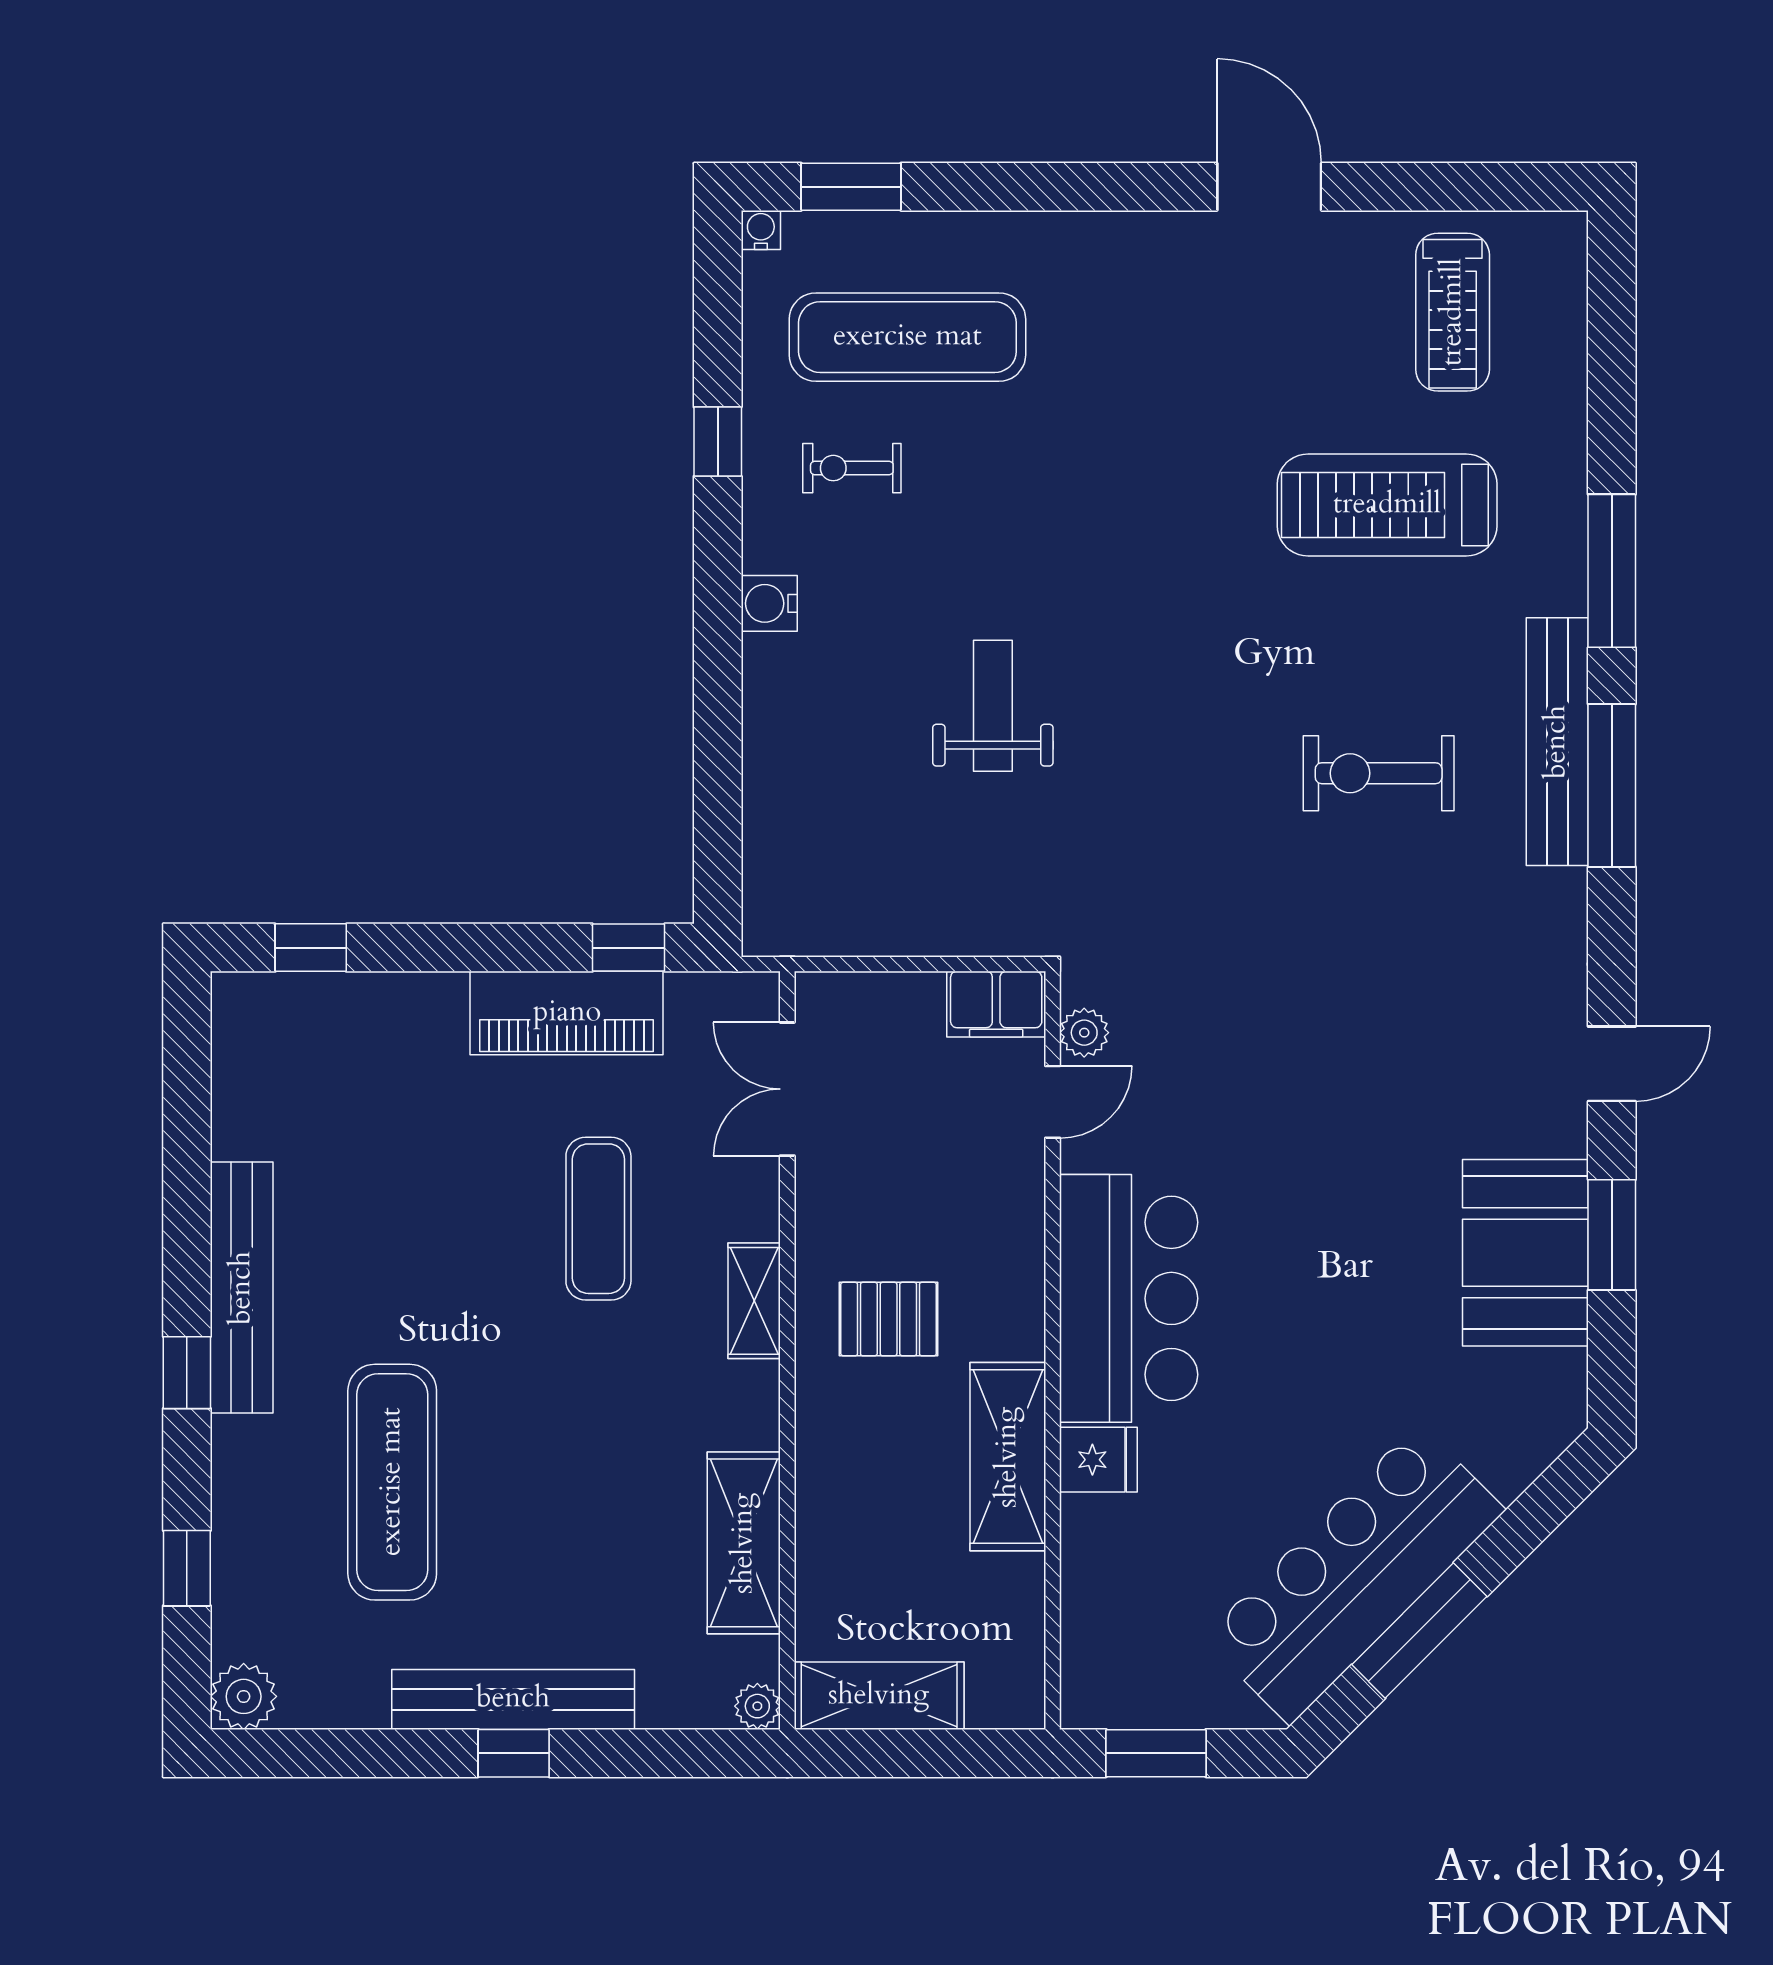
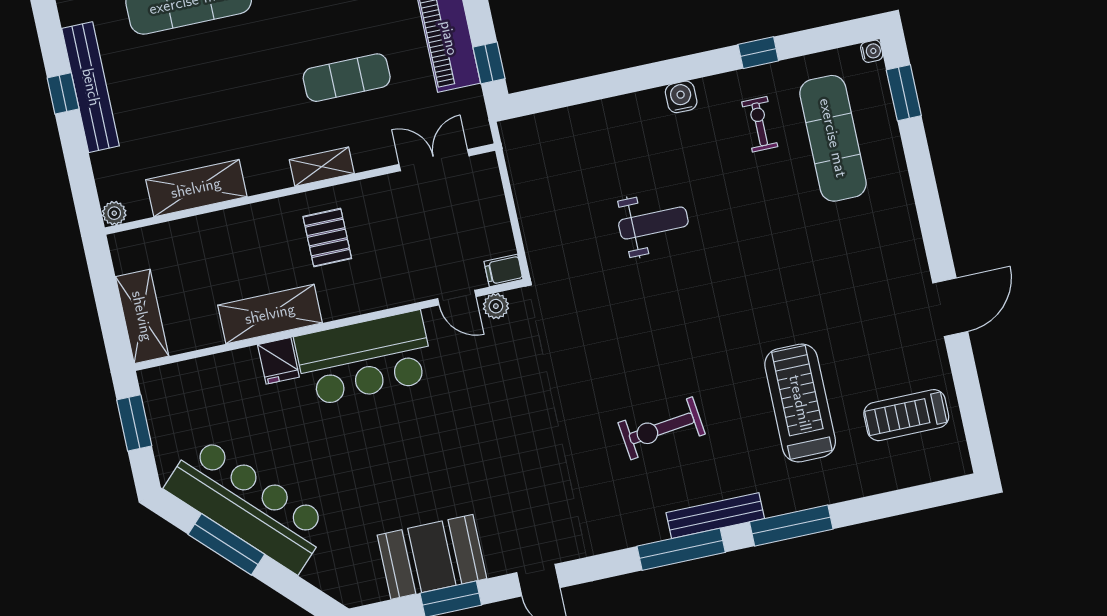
bench: (1557, 742) -> (715, 516), width x0.73, depth x0.82
exercise bike: (1379, 773) -> (662, 428), turned -97
filing cabinet: (996, 1004) -> (503, 270), width x0.50
shelving: (879, 1696) -> (142, 316), moved

